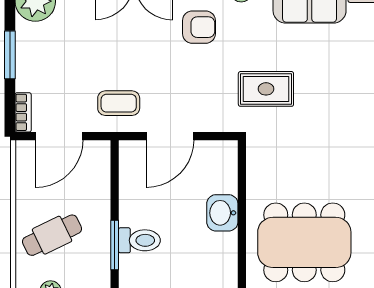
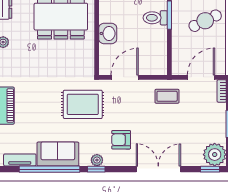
rug: (266, 89) -> (83, 104), width x1.36, depth x1.43
door: (170, 136) -> (125, 77), moved

